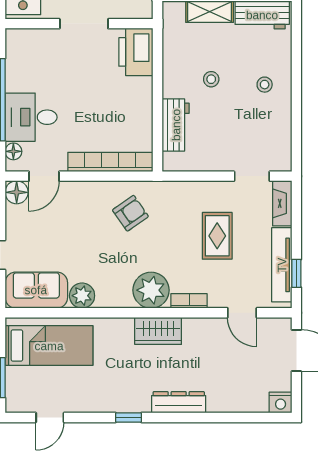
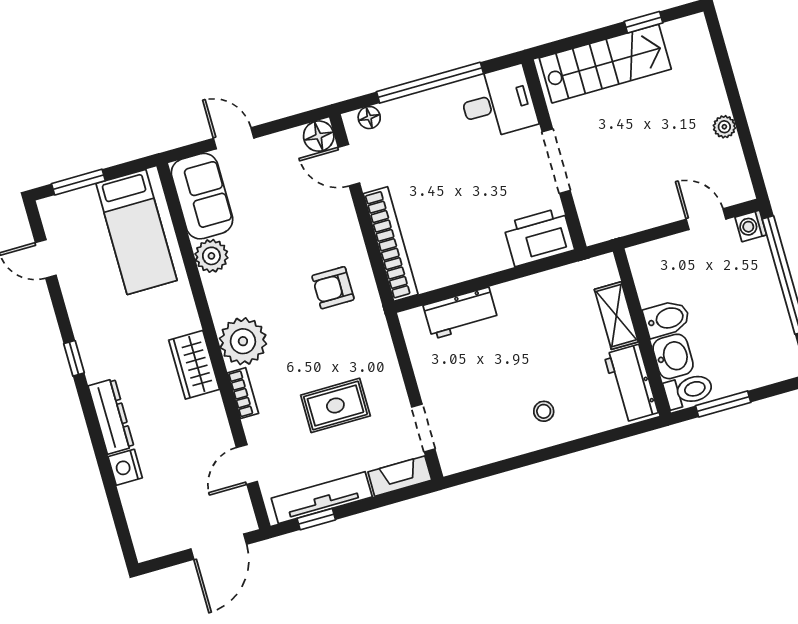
stool: (211, 79) -> (531, 342), removed
desk: (31, 117) -> (498, 103), moved, turned 90
armchair: (130, 213) -> (333, 288), turned 125
nightstand: (281, 403) -> (125, 467), moved

